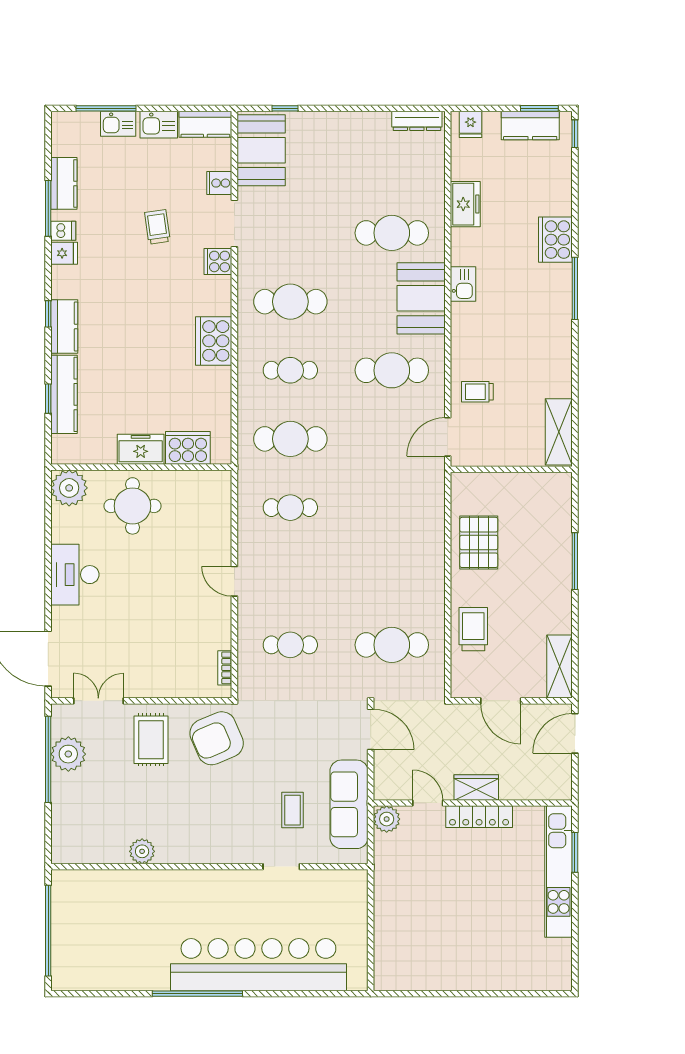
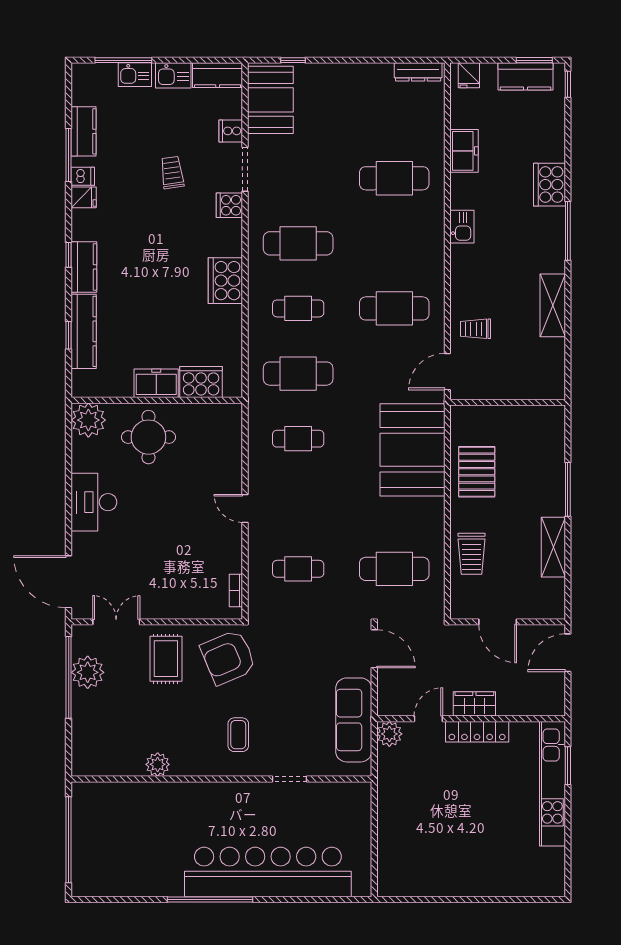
booth: (421, 298) -> (412, 450), moved, width x1.36, depth x1.42
shelving: (559, 432) -> (553, 305), moved
trolley: (473, 629) -> (472, 554), turned 180
shelving: (559, 666) -> (553, 547), moved
door: (428, 803) -> (428, 719), hinge flipped
coffee table: (293, 810) -> (238, 735), moved

